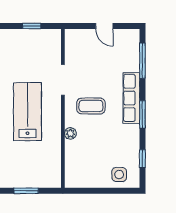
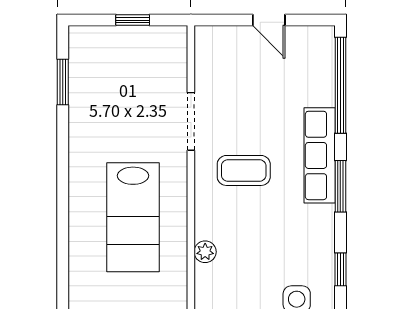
window: (142, 61) -> (340, 85), width x1.46
lab bench: (27, 112) -> (133, 217), moved, turned 180
plant: (70, 133) -> (205, 252), moved

